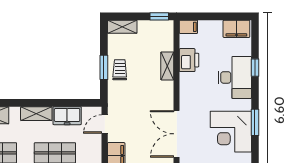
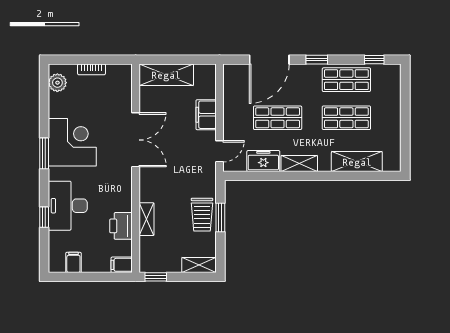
filing cabinet: (236, 29) -> (73, 262), width x0.50
trolley: (120, 70) -> (202, 215), width x1.36, depth x1.39

